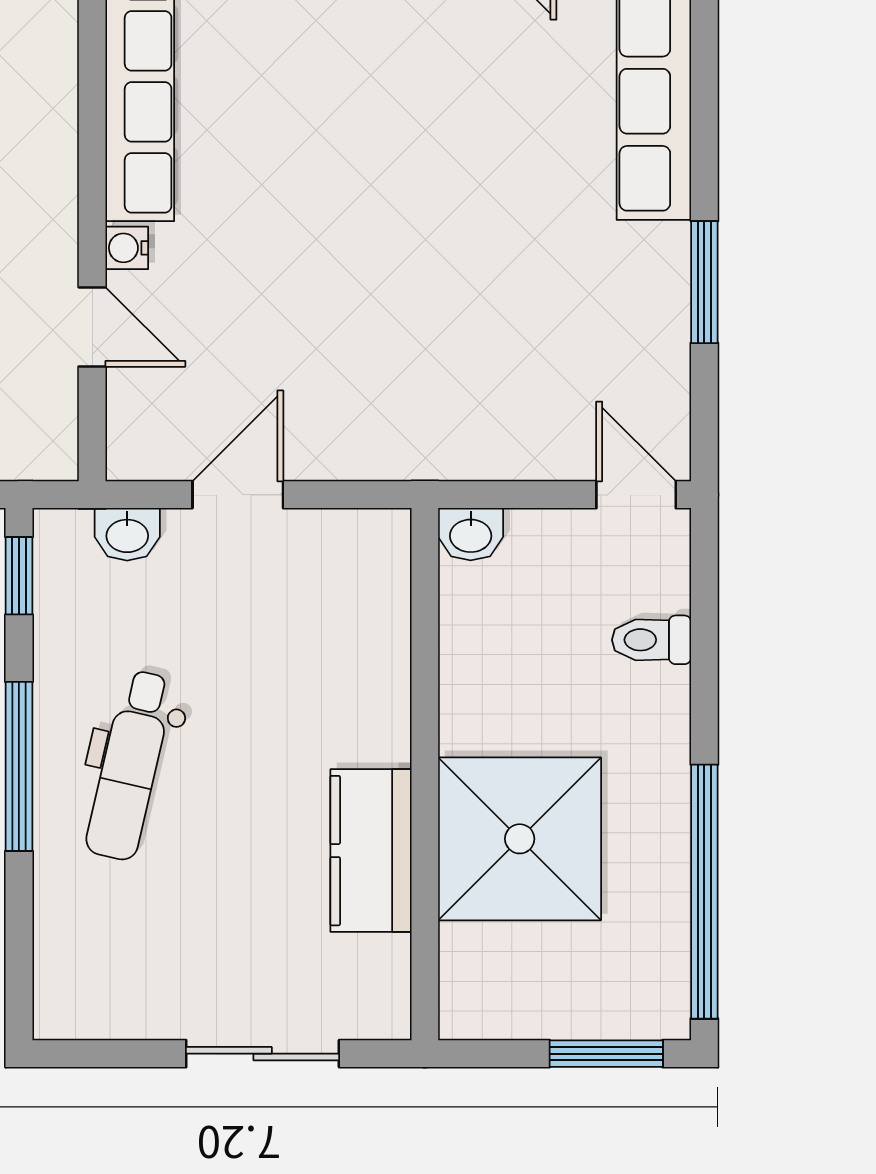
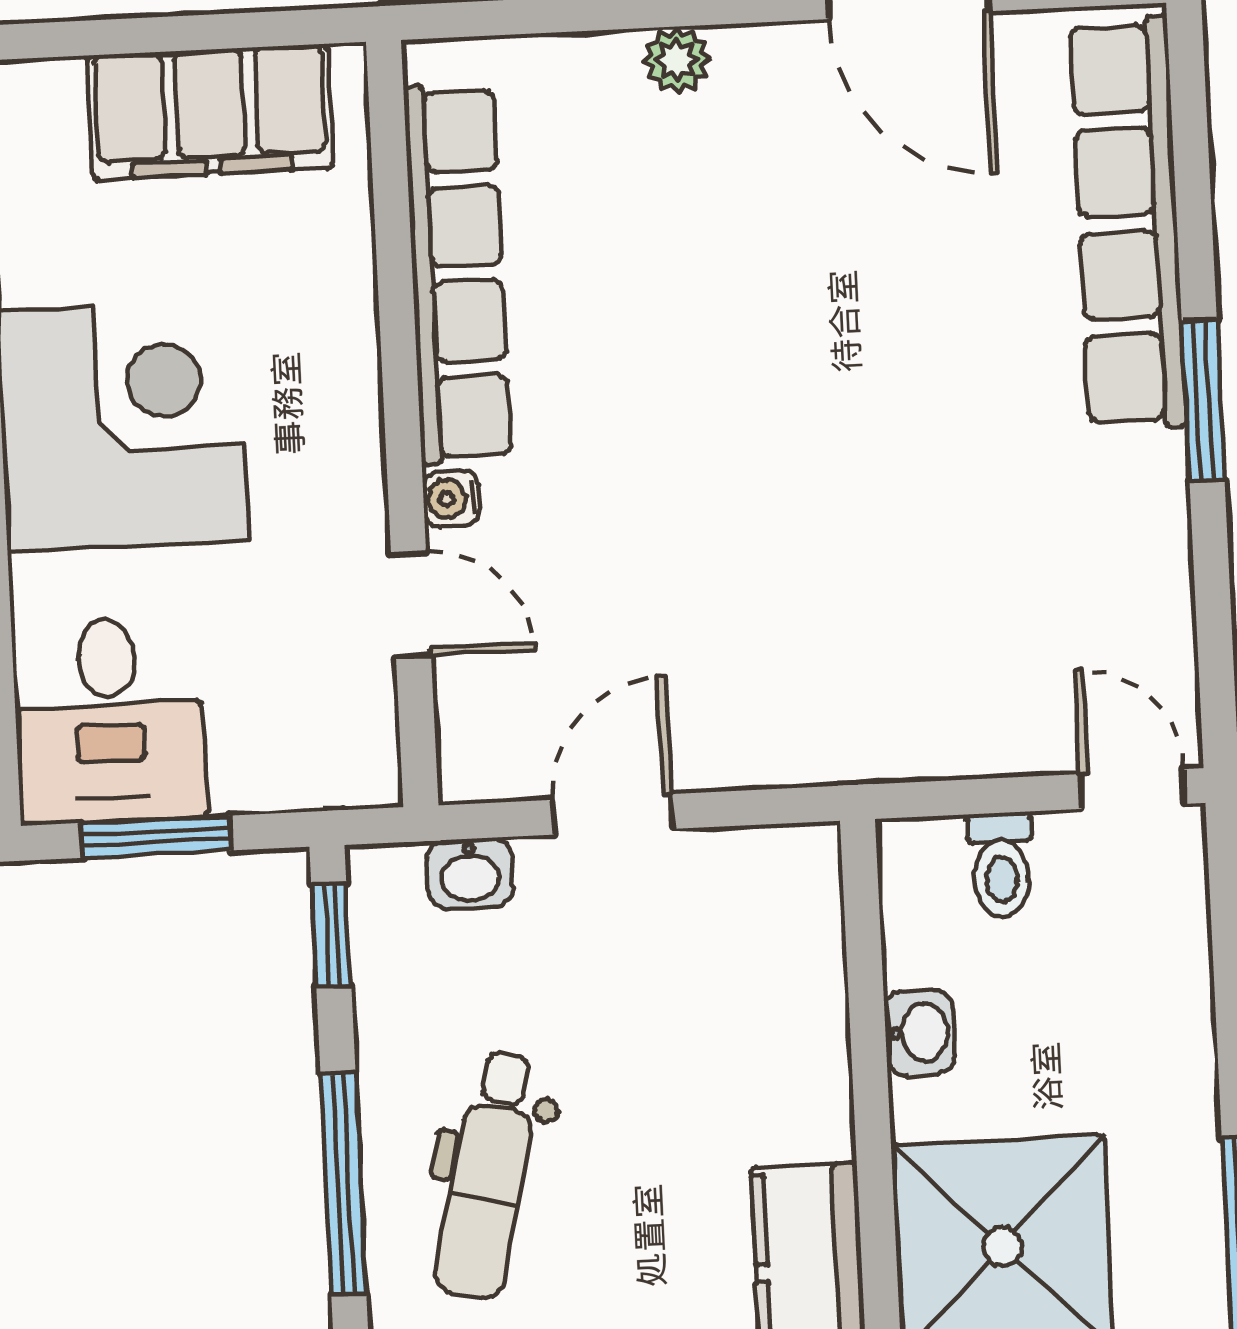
window: (704, 282) -> (1203, 400), moved
washbasin: (471, 534) -> (920, 1033), moved, turned -90
toilet: (651, 640) -> (1001, 865), moved, turned -90

